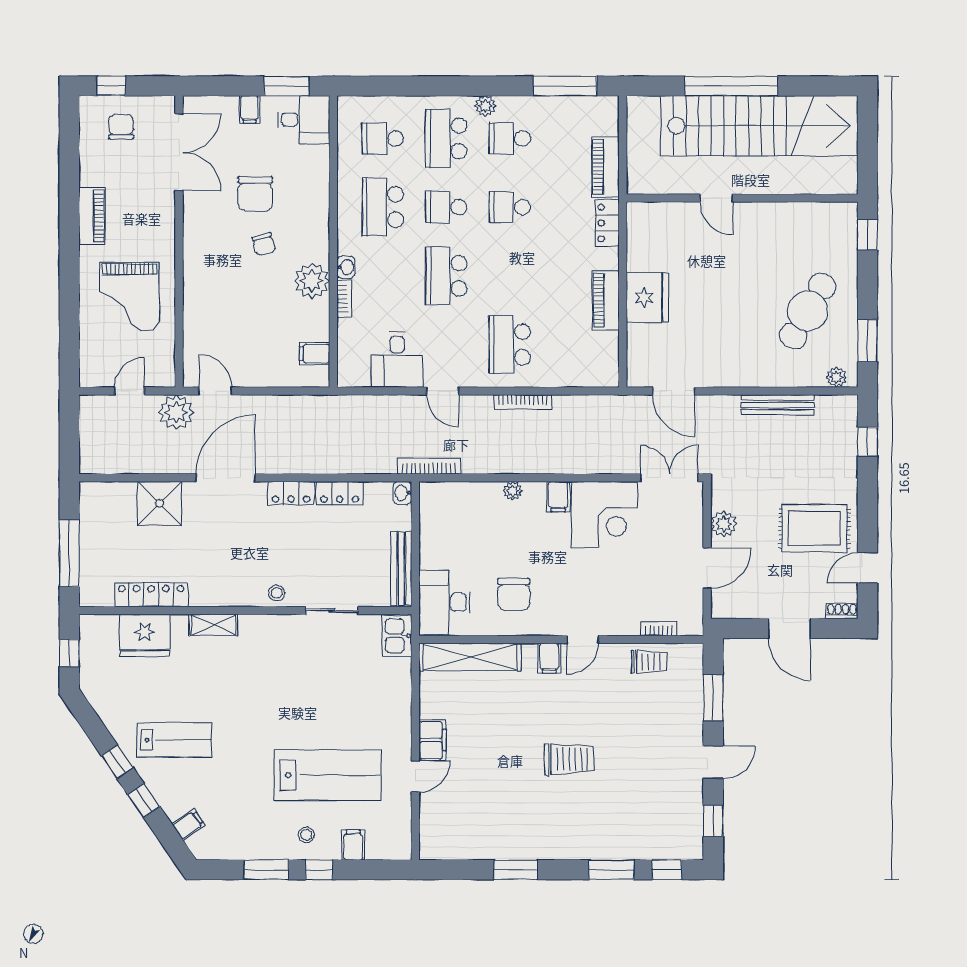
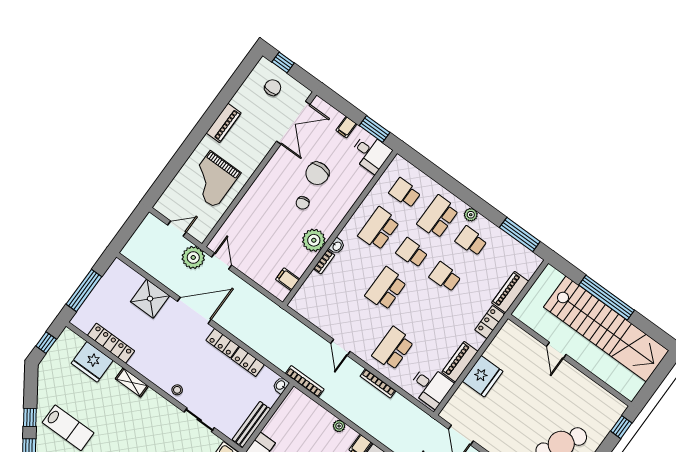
desk: (397, 360) -> (431, 386), moved, turned -90

